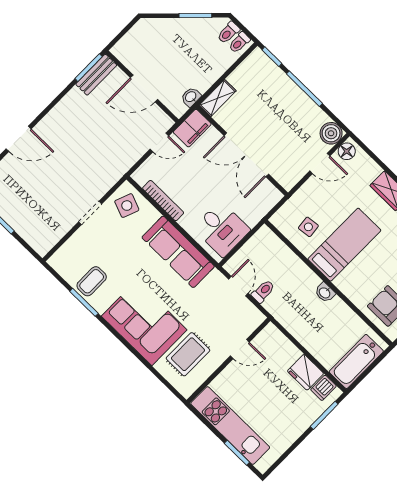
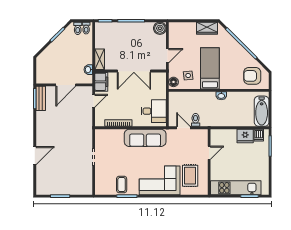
floor lamp: (347, 151) -> (173, 82), moved
door: (320, 163) -> (167, 56), moved
side table: (127, 206) -> (106, 140), removed

